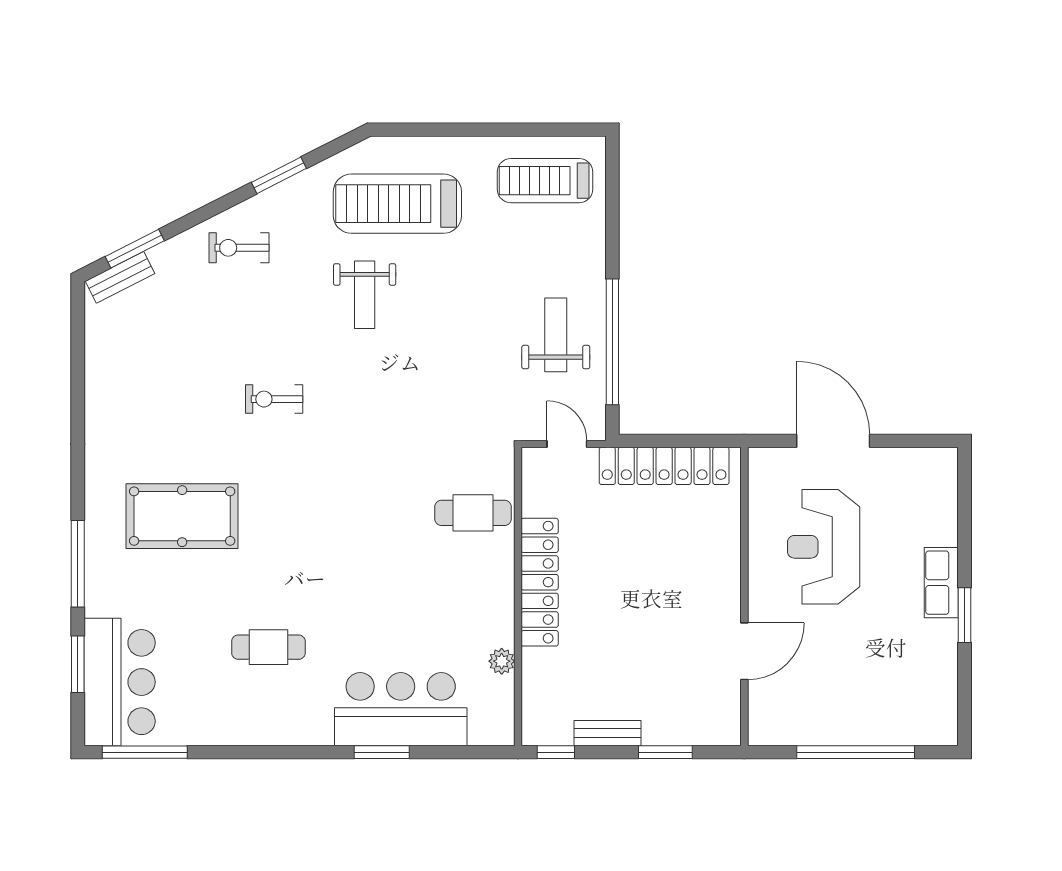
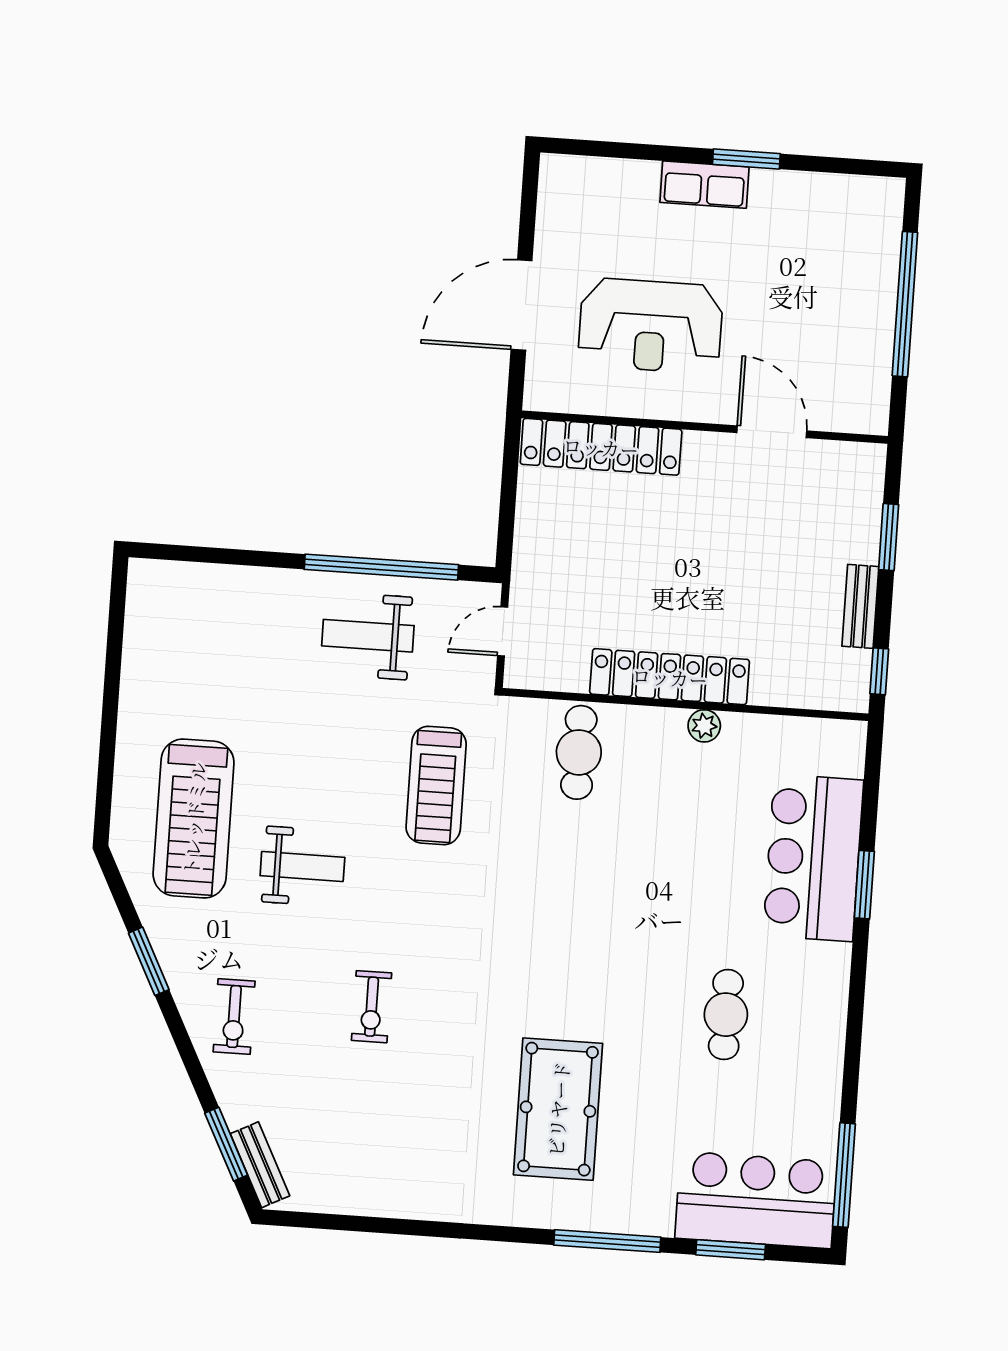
treadmill: (545, 181) -> (436, 785), moved
exercise bike: (274, 399) -> (372, 1007), moved
locker: (664, 466) -> (601, 447), moved, turned 90
plant: (502, 661) -> (704, 726), moved

